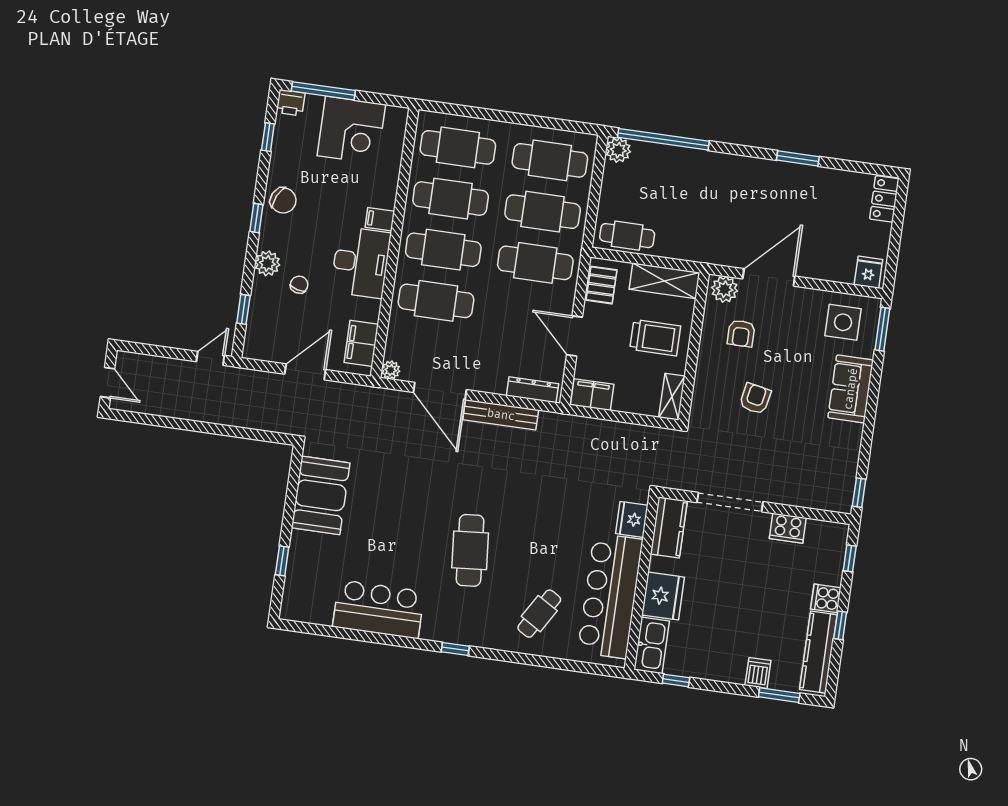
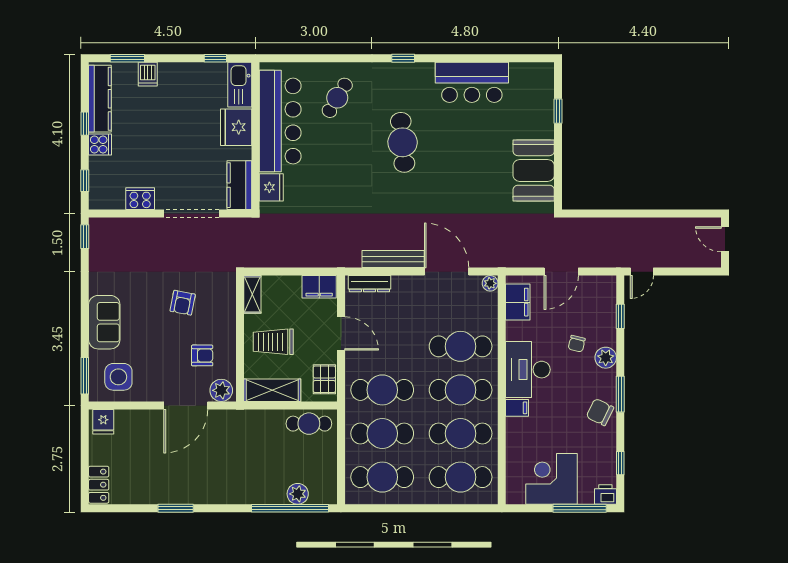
plant: (618, 150) -> (298, 494), moved
window: (256, 218) -> (620, 394), width x1.50
armchair: (741, 333) -> (202, 355), turned 90

